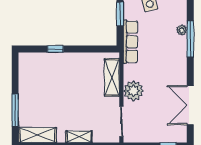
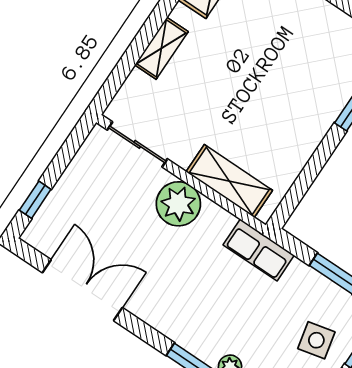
row of seats: (130, 42) -> (259, 250), width x0.68

